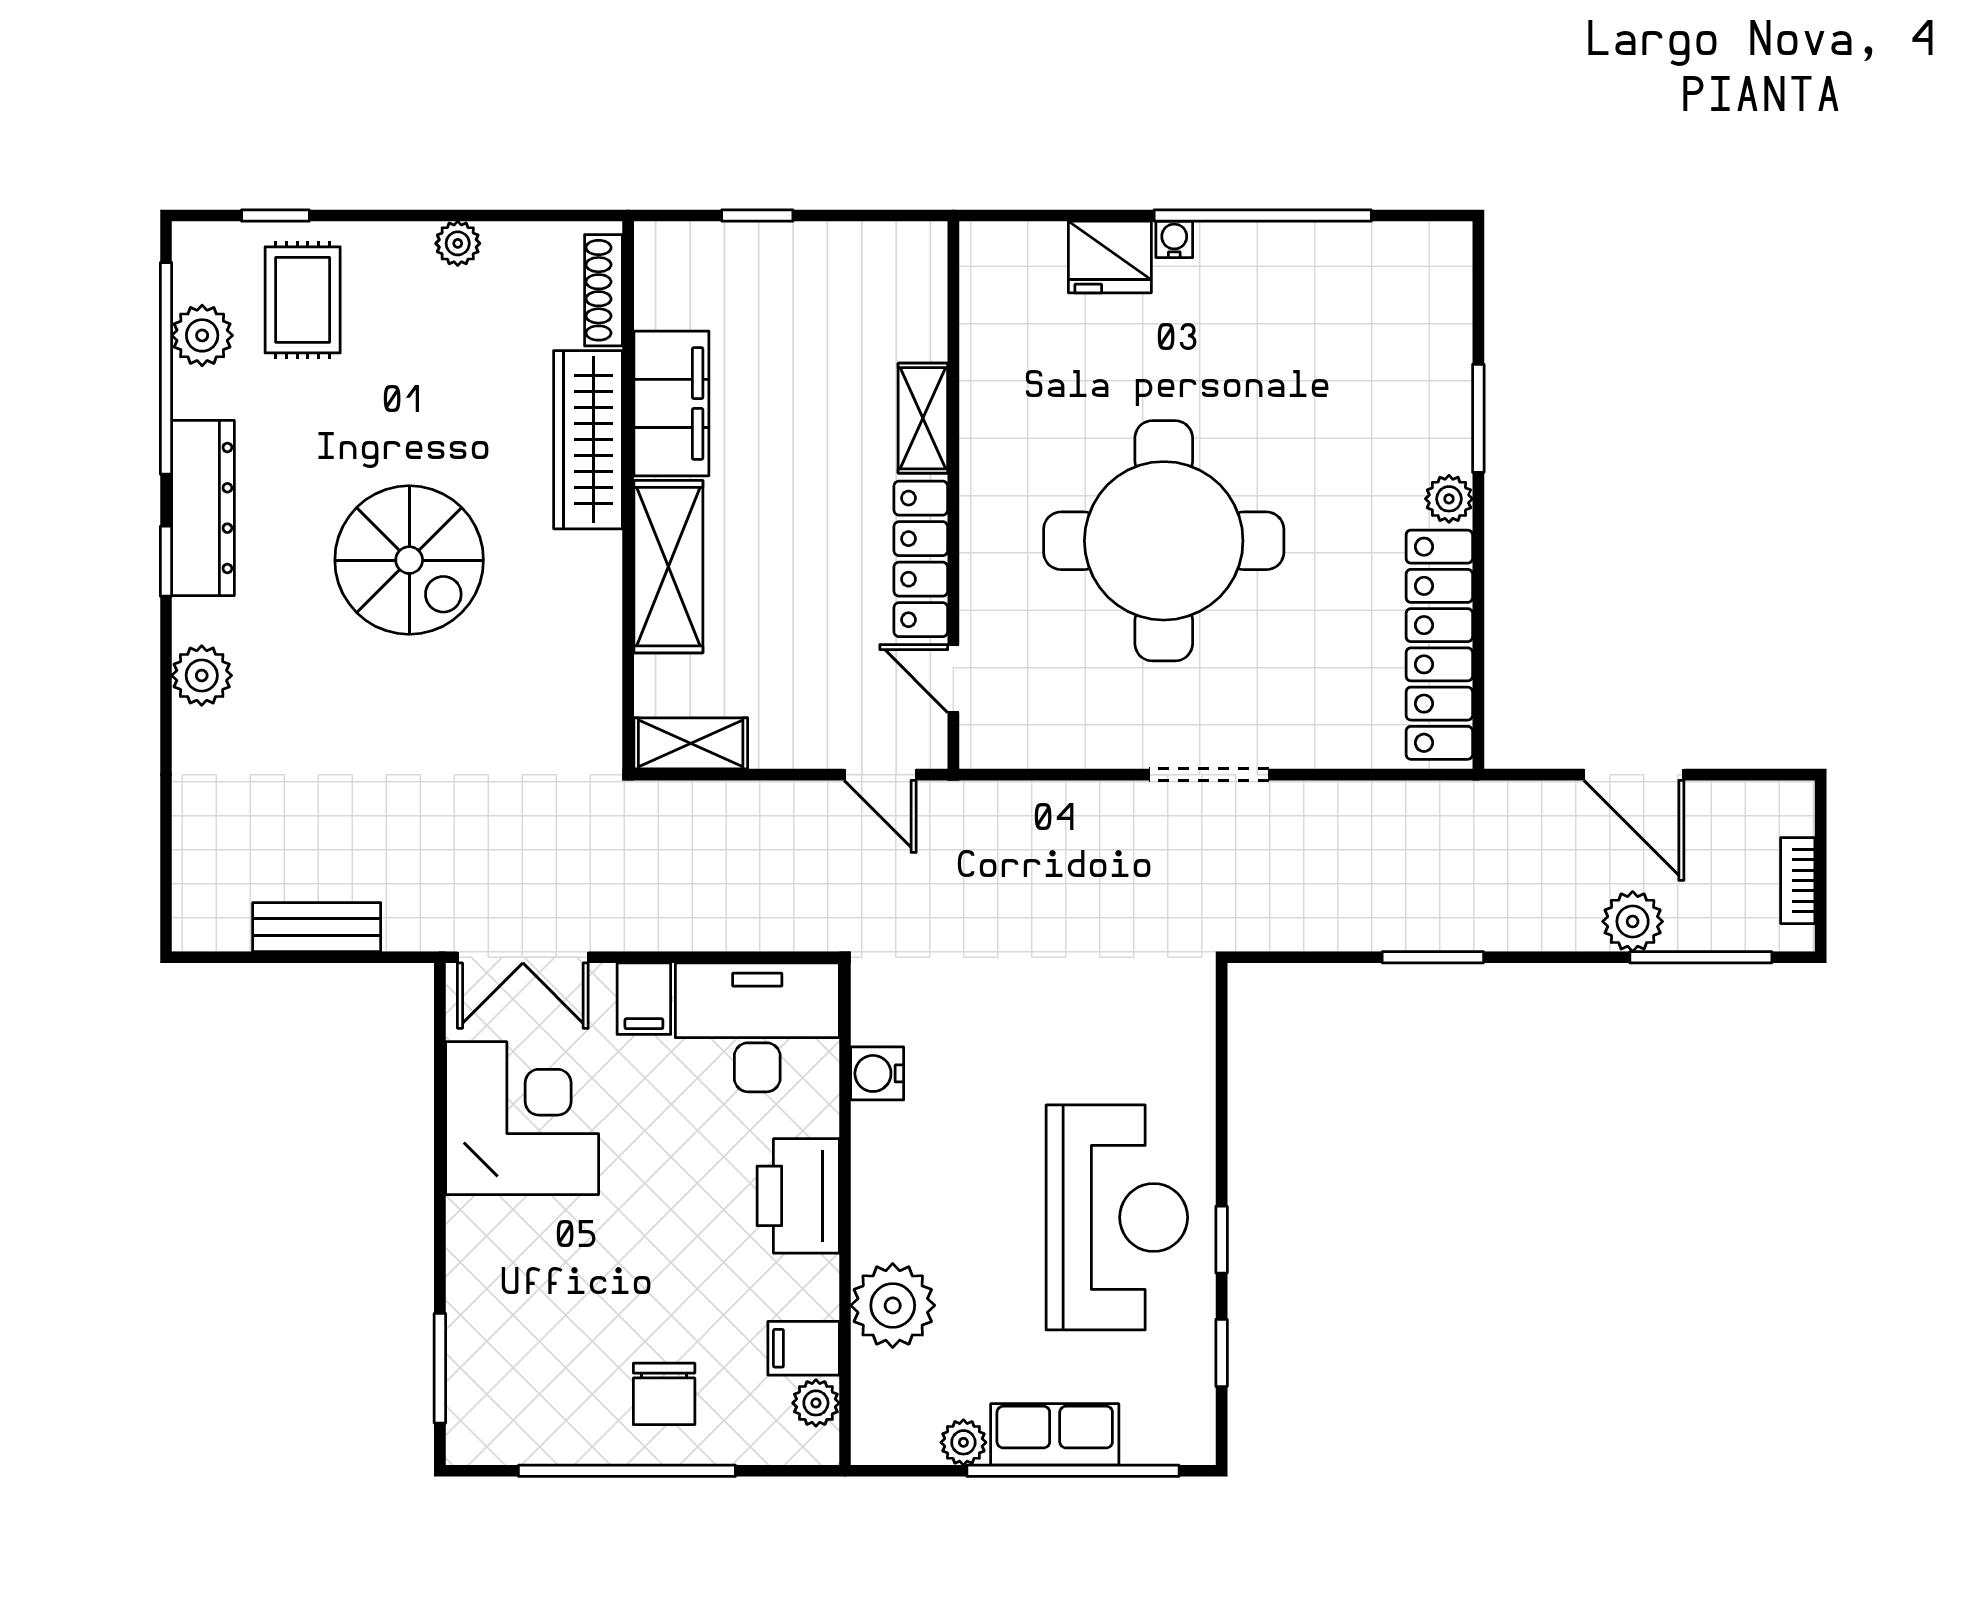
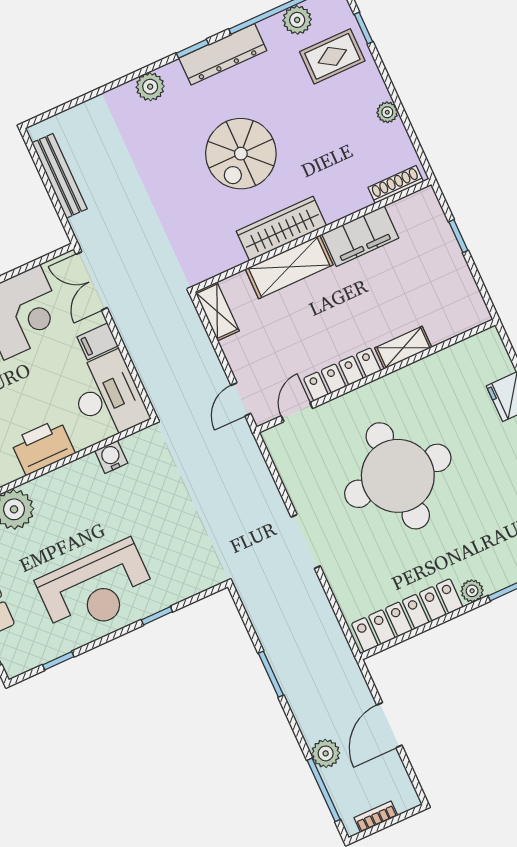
wardrobe: (588, 440) -> (281, 228), moved
bench: (317, 927) -> (59, 176), width x1.36
window: (1222, 1240) -> (157, 616), moved

